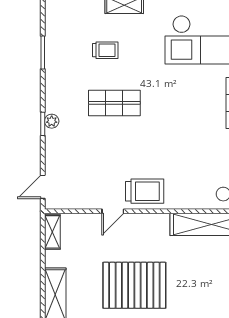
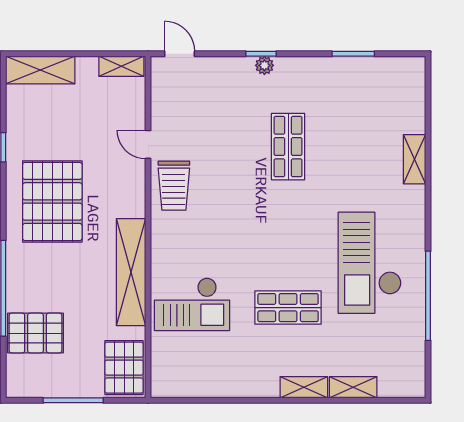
trolley: (105, 50) -> (356, 135), removed
pallet: (134, 285) -> (52, 201), moved

